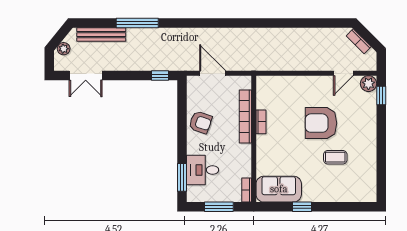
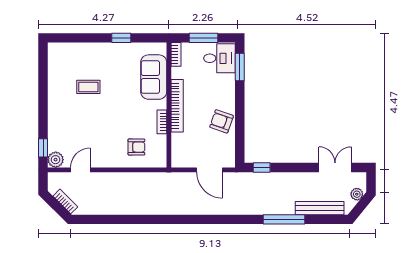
bookcase: (245, 116) -> (177, 106), moved
armchair: (321, 123) -> (136, 147), moved, width x0.53, depth x0.53
desk: (203, 170) -> (219, 58), moved
sofa: (279, 189) -> (154, 77), moved, turned 90

